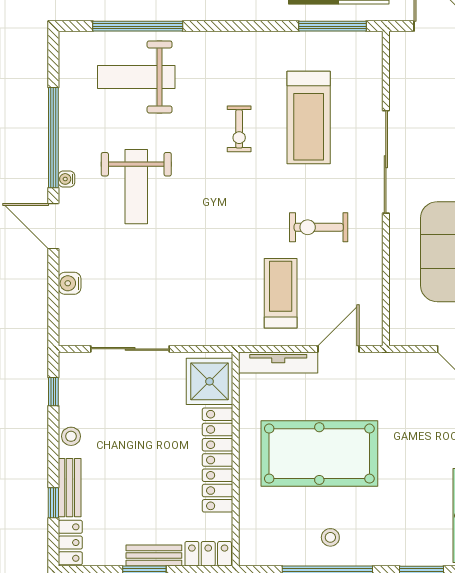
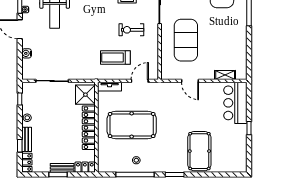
treadmill: (281, 293) -> (115, 58), turned -90
tv unit: (278, 362) -> (110, 87), width x0.71

